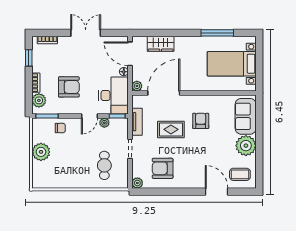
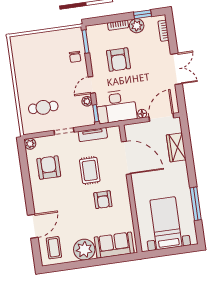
plant: (137, 86) -> (129, 129), removed
plant: (39, 100) -> (137, 26), moved
door: (89, 116) -> (92, 85), hinge flipped
armchair: (201, 121) -> (103, 200), turned 90
plant: (41, 152) -> (48, 40), removed

